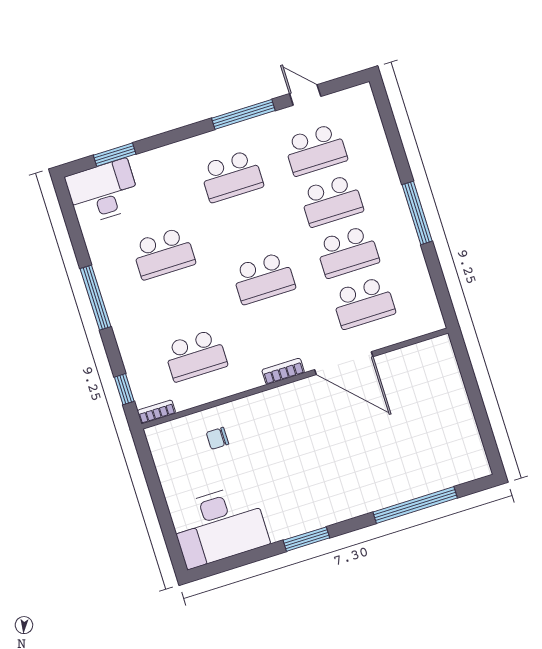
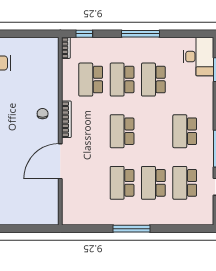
school desk: (363, 303) -> (122, 80), moved
bookcase: (283, 371) -> (66, 119), width x1.56
chair: (217, 438) -> (43, 114), moved

